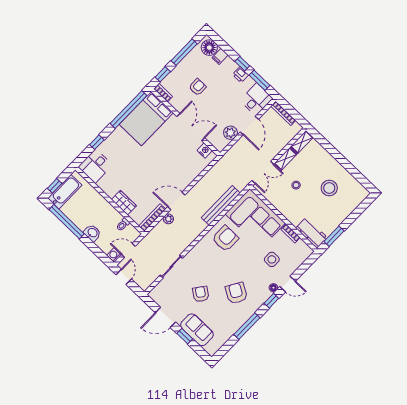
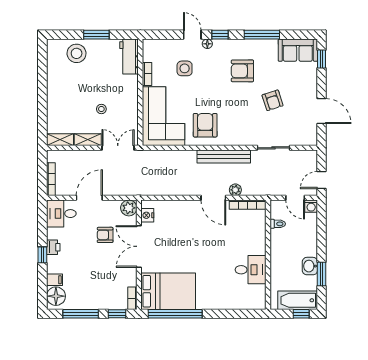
window: (259, 80) -> (42, 226), removed
armchair: (197, 87) -> (105, 235), moved
plant: (230, 133) -> (129, 208), moved
window: (97, 142) -> (229, 314), removed
desk: (95, 166) -> (251, 270), moved
stool: (329, 188) -> (77, 53), moved
wardrobe: (124, 203) -> (258, 241), removed
bench: (221, 205) -> (224, 157), moved
window: (67, 222) -> (322, 274), width x0.47
washbasin: (92, 233) -> (310, 266), moved
window: (334, 236) -> (96, 35), moved
armchair: (225, 239) -> (205, 125), turned 90
armchair: (236, 293) -> (242, 71), turned 60
armchair: (201, 294) -> (273, 100), turned -54
sofa: (197, 330) -> (298, 50), moved, turned -90
window: (185, 336) -> (322, 59), moved

